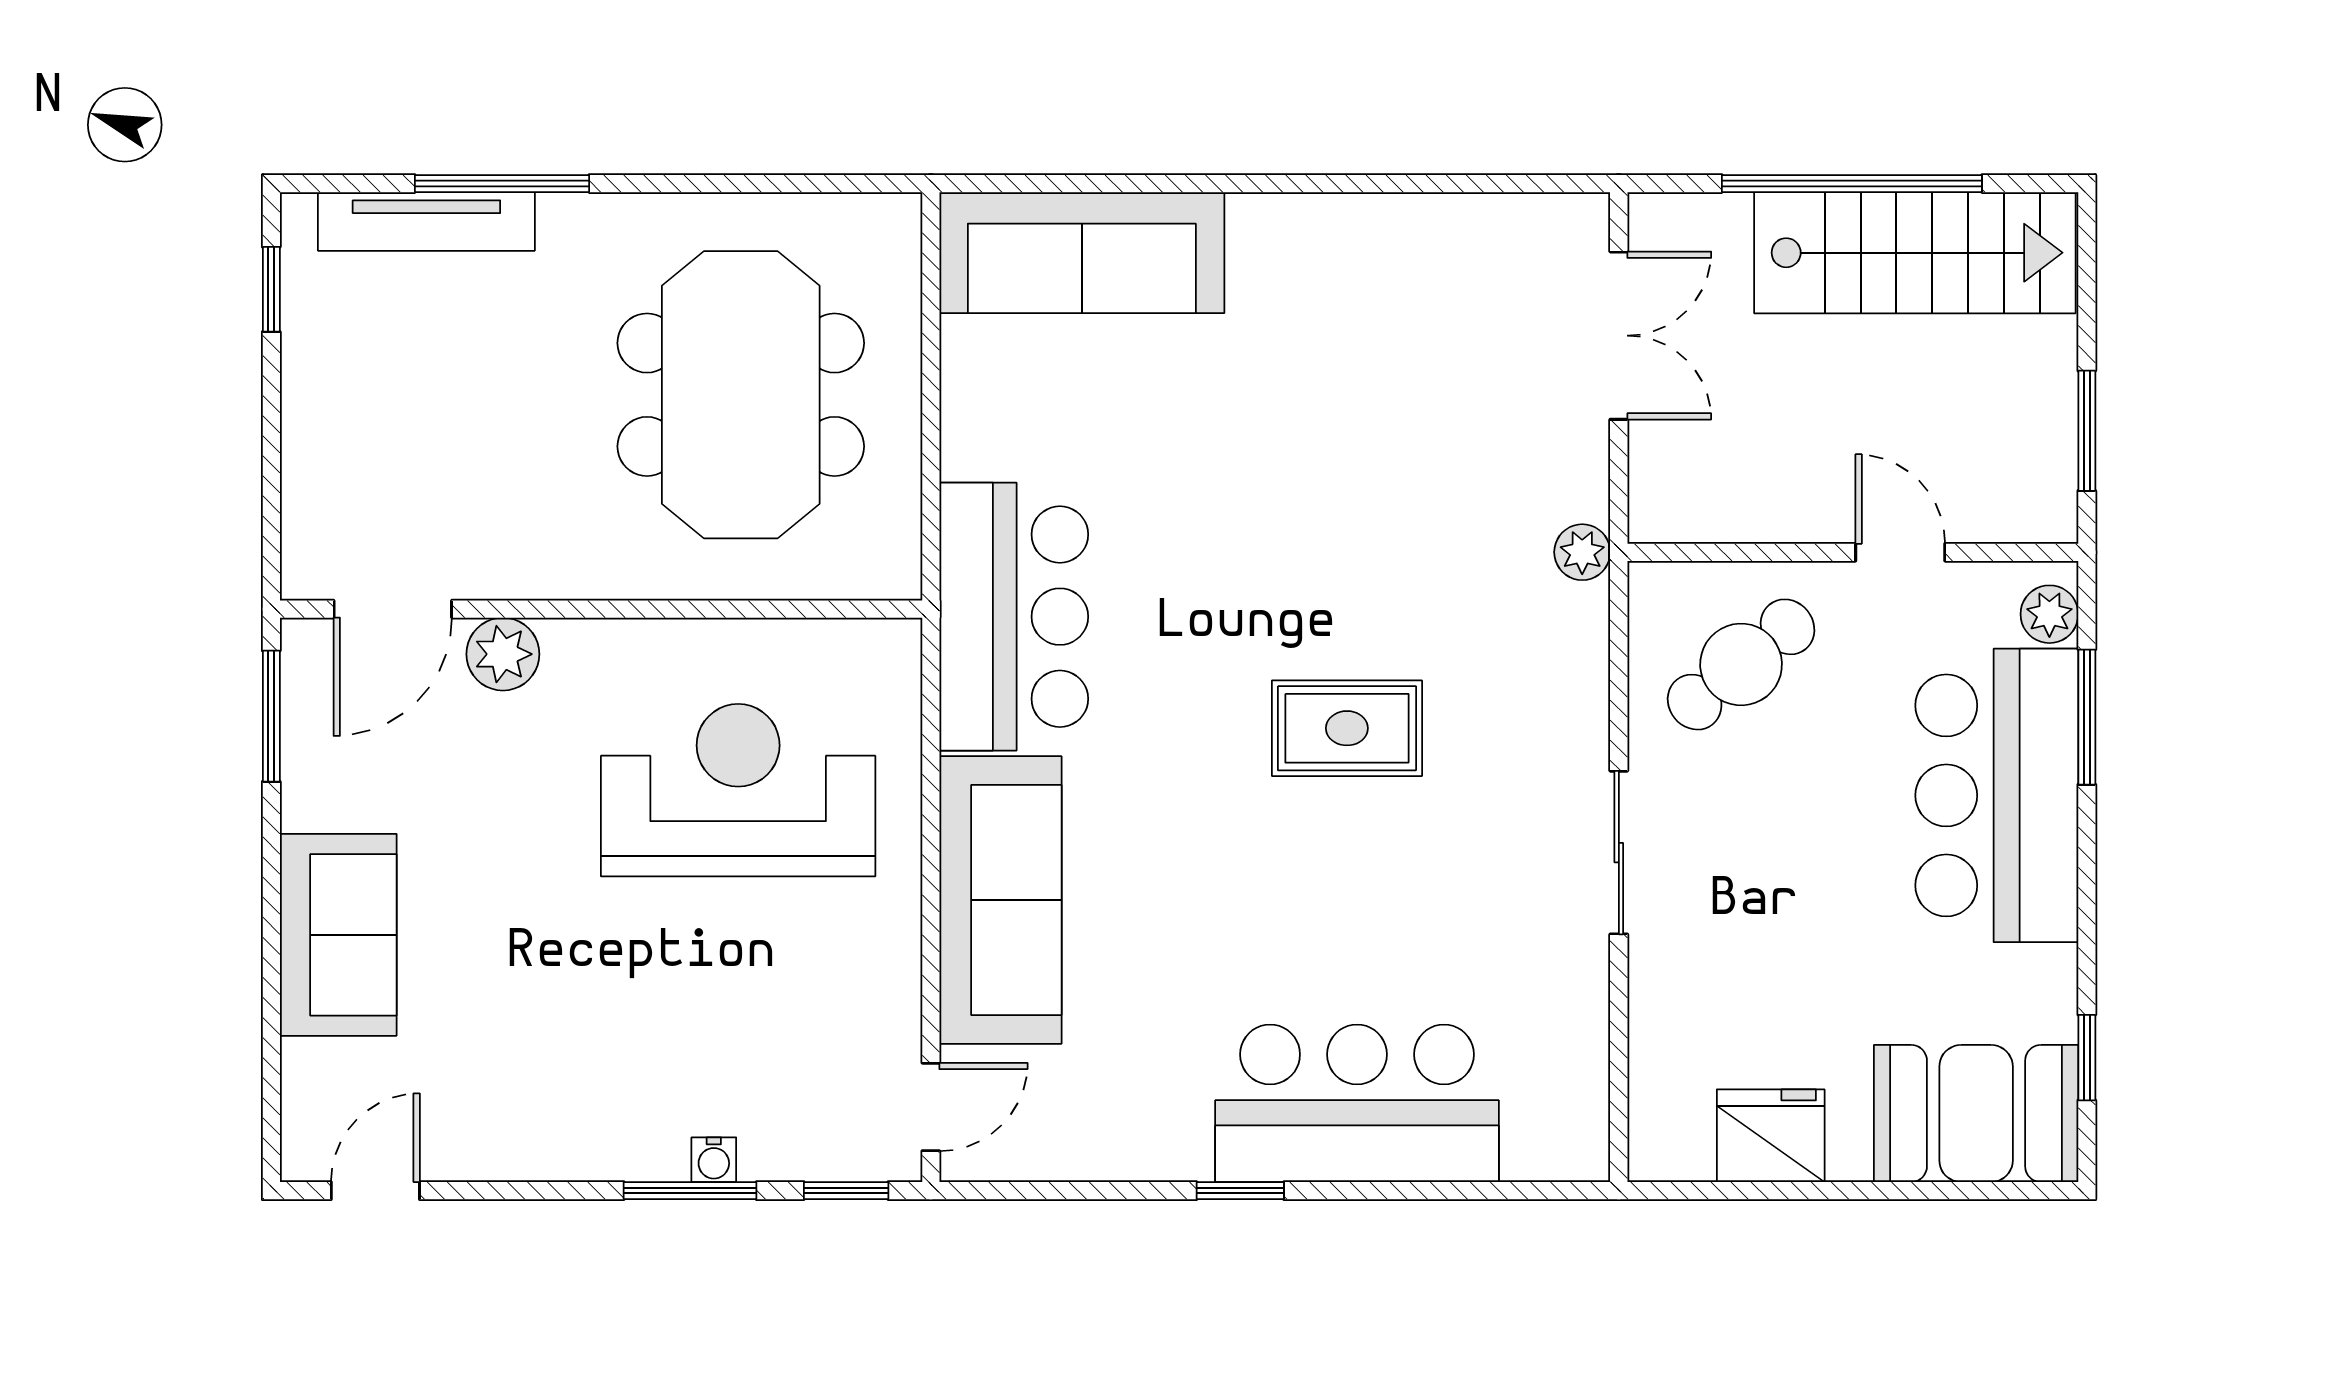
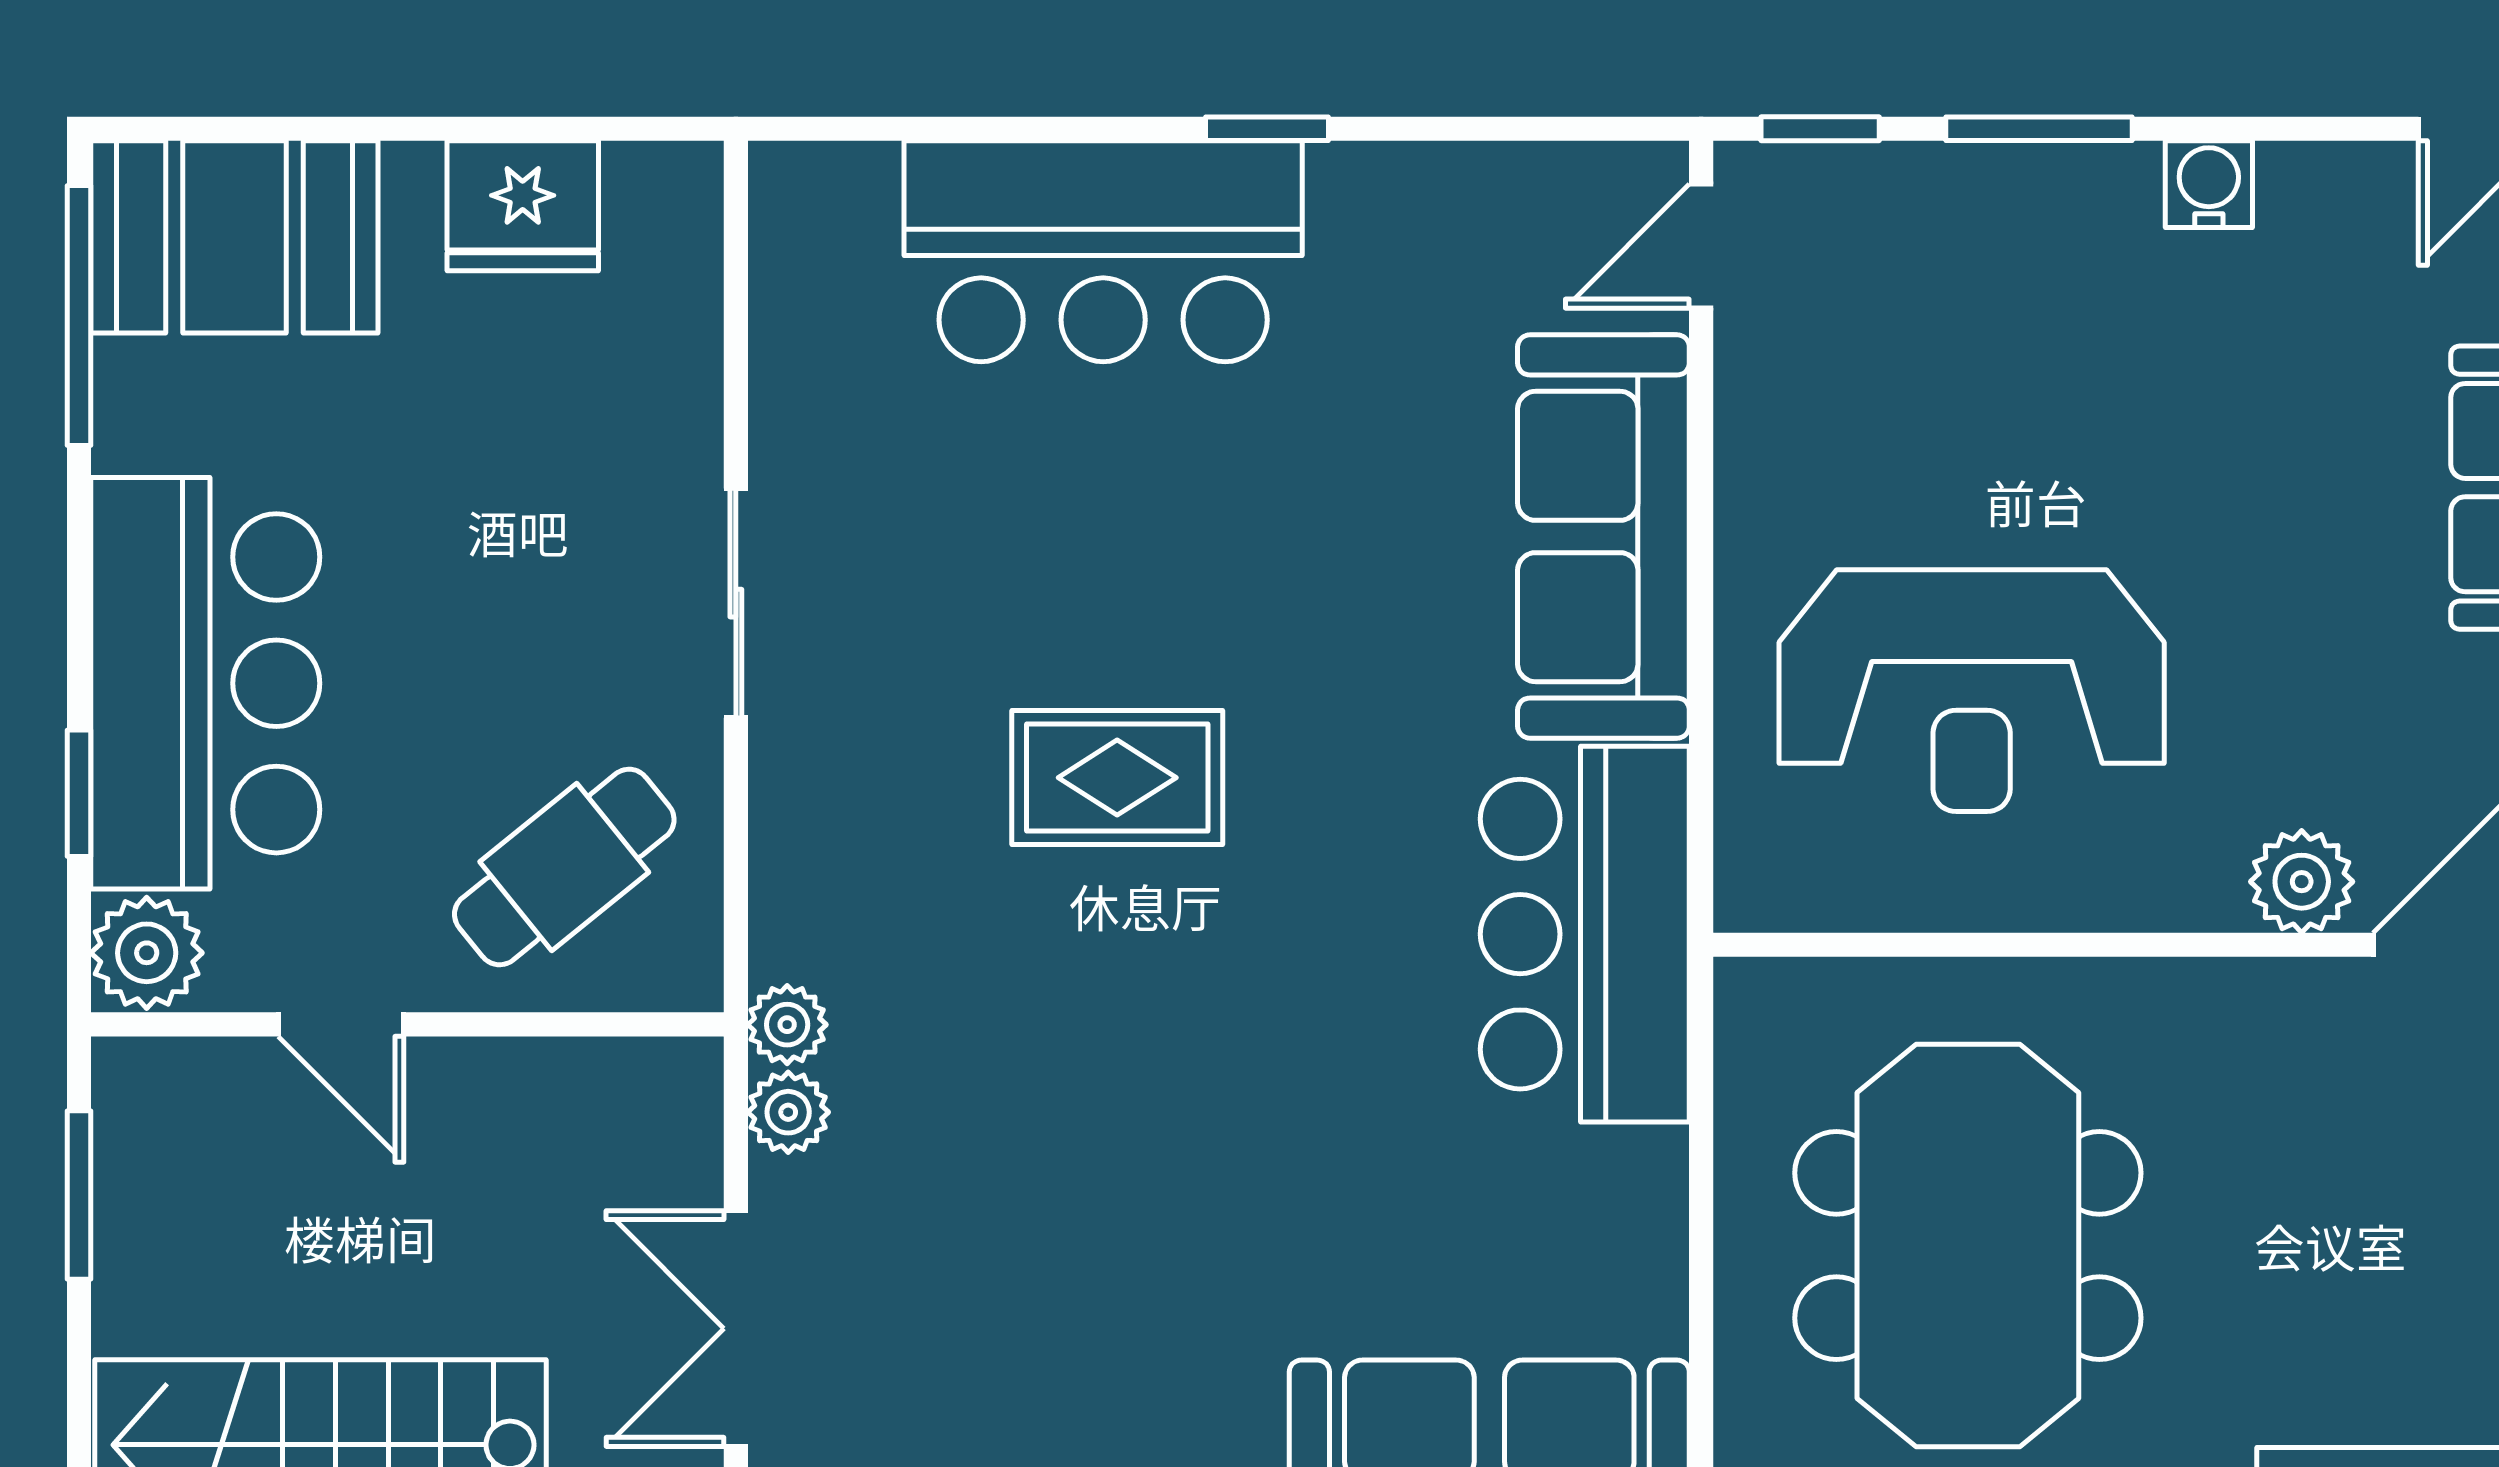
plant: (1581, 490) -> (788, 1112), added
plant: (2049, 614) -> (147, 953), width x1.38, depth x1.38
window: (2087, 717) -> (79, 793), width x0.67
window: (2087, 1058) -> (79, 315), width x2.17
water cooler: (714, 1160) -> (2209, 184), moved, width x1.38, depth x1.38

